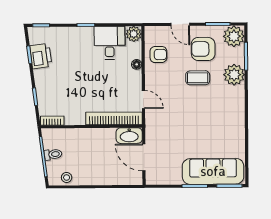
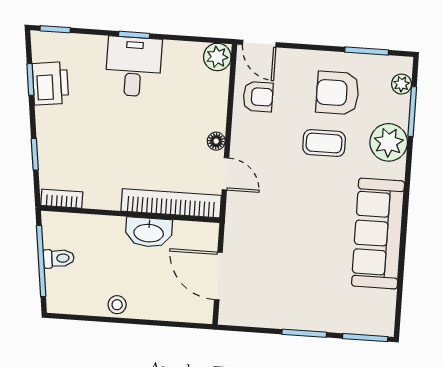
door: (180, 24) -> (259, 44), moved
plant: (234, 36) -> (402, 84), width x0.53, depth x0.53
desk: (110, 43) -> (133, 67), moved
floor lamp: (137, 64) -> (216, 141), moved
washbasin: (129, 136) -> (149, 232), moved
sofa: (213, 171) -> (378, 234), moved, turned -90
stool: (67, 178) -> (117, 305), moved

